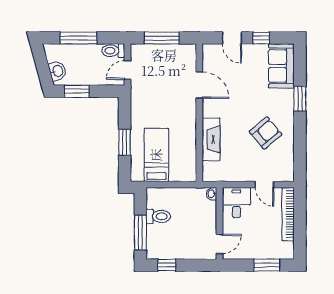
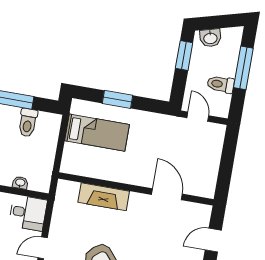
window: (162, 38) -> (227, 161), removed
toilet: (113, 51) -> (221, 84), moved, turned -90
door: (199, 85) -> (167, 194), swing flipped
washbasin: (212, 194) -> (20, 183), moved

